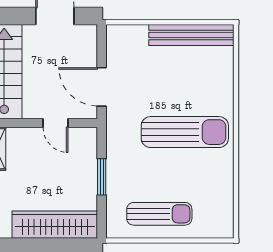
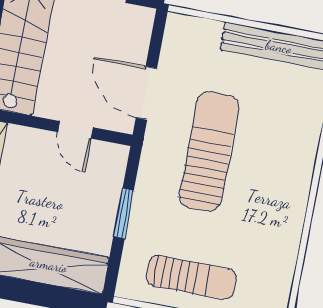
sun lounger: (185, 132) -> (209, 151), moved, turned -90

